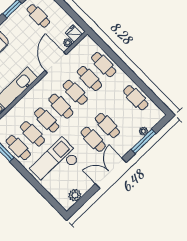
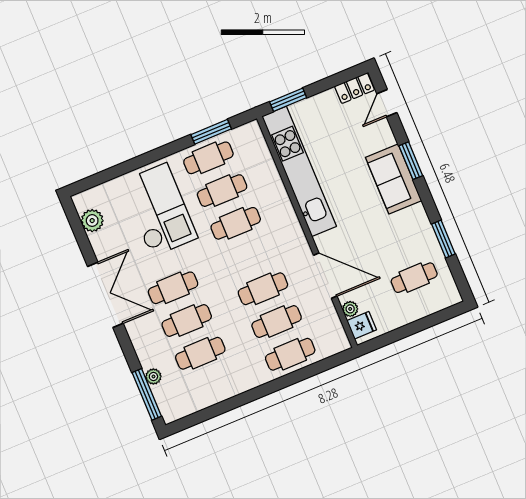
cafe table: (136, 98) -> (200, 353), moved
cafe table: (61, 106) -> (249, 256), removed
window: (143, 141) -> (147, 394), moved

